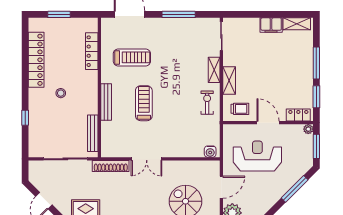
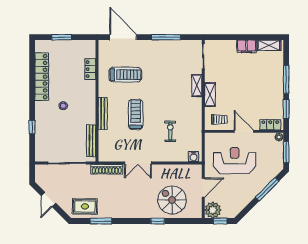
locker: (92, 51) -> (90, 69), width x0.66
exercise bike: (207, 103) -> (170, 131), moved

